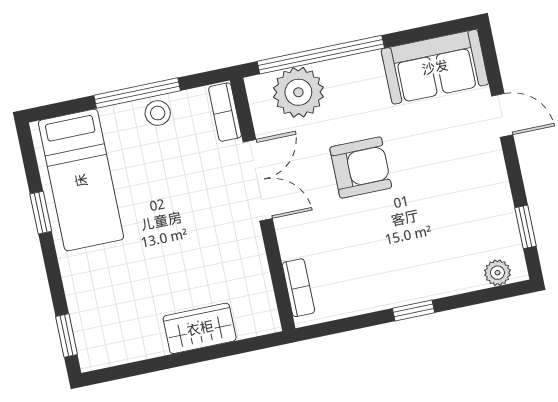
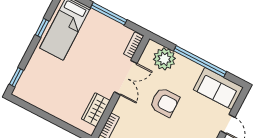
window: (321, 55) -> (200, 61), moved
stool: (158, 113) -> (110, 26), removed
wardrobe: (200, 328) -> (96, 110), moved, turned -90

